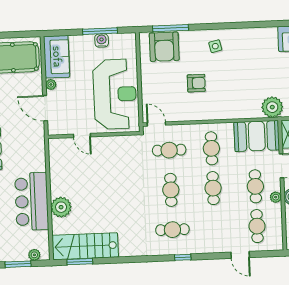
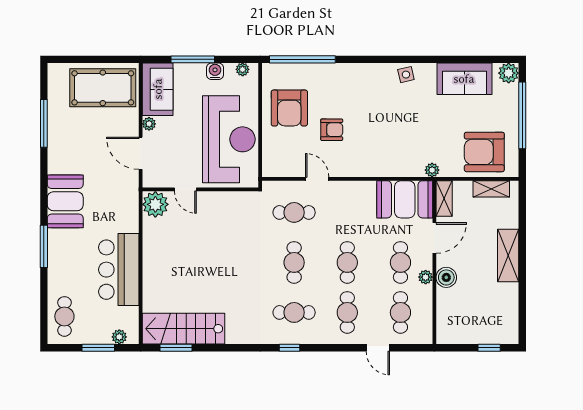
window: (171, 28) -> (302, 59), width x1.46
window: (100, 31) -> (193, 59), moved
plant: (123, 38) -> (243, 69), added
side table: (215, 46) -> (406, 75), moved
armchair: (164, 47) -> (289, 108), moved
plant: (272, 107) -> (432, 170), width x0.53, depth x0.53
door: (156, 124) -> (317, 179), moved
cafe table: (211, 148) -> (347, 312), moved
plant: (61, 207) -> (155, 204), moved
window: (183, 257) -> (290, 348), moved

